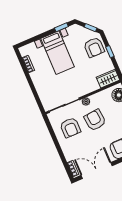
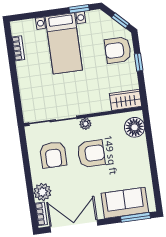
armchair: (94, 47) -> (118, 50), turned 90
armchair: (95, 120) -> (91, 154), turned 96
plant: (70, 154) -> (42, 192), added

